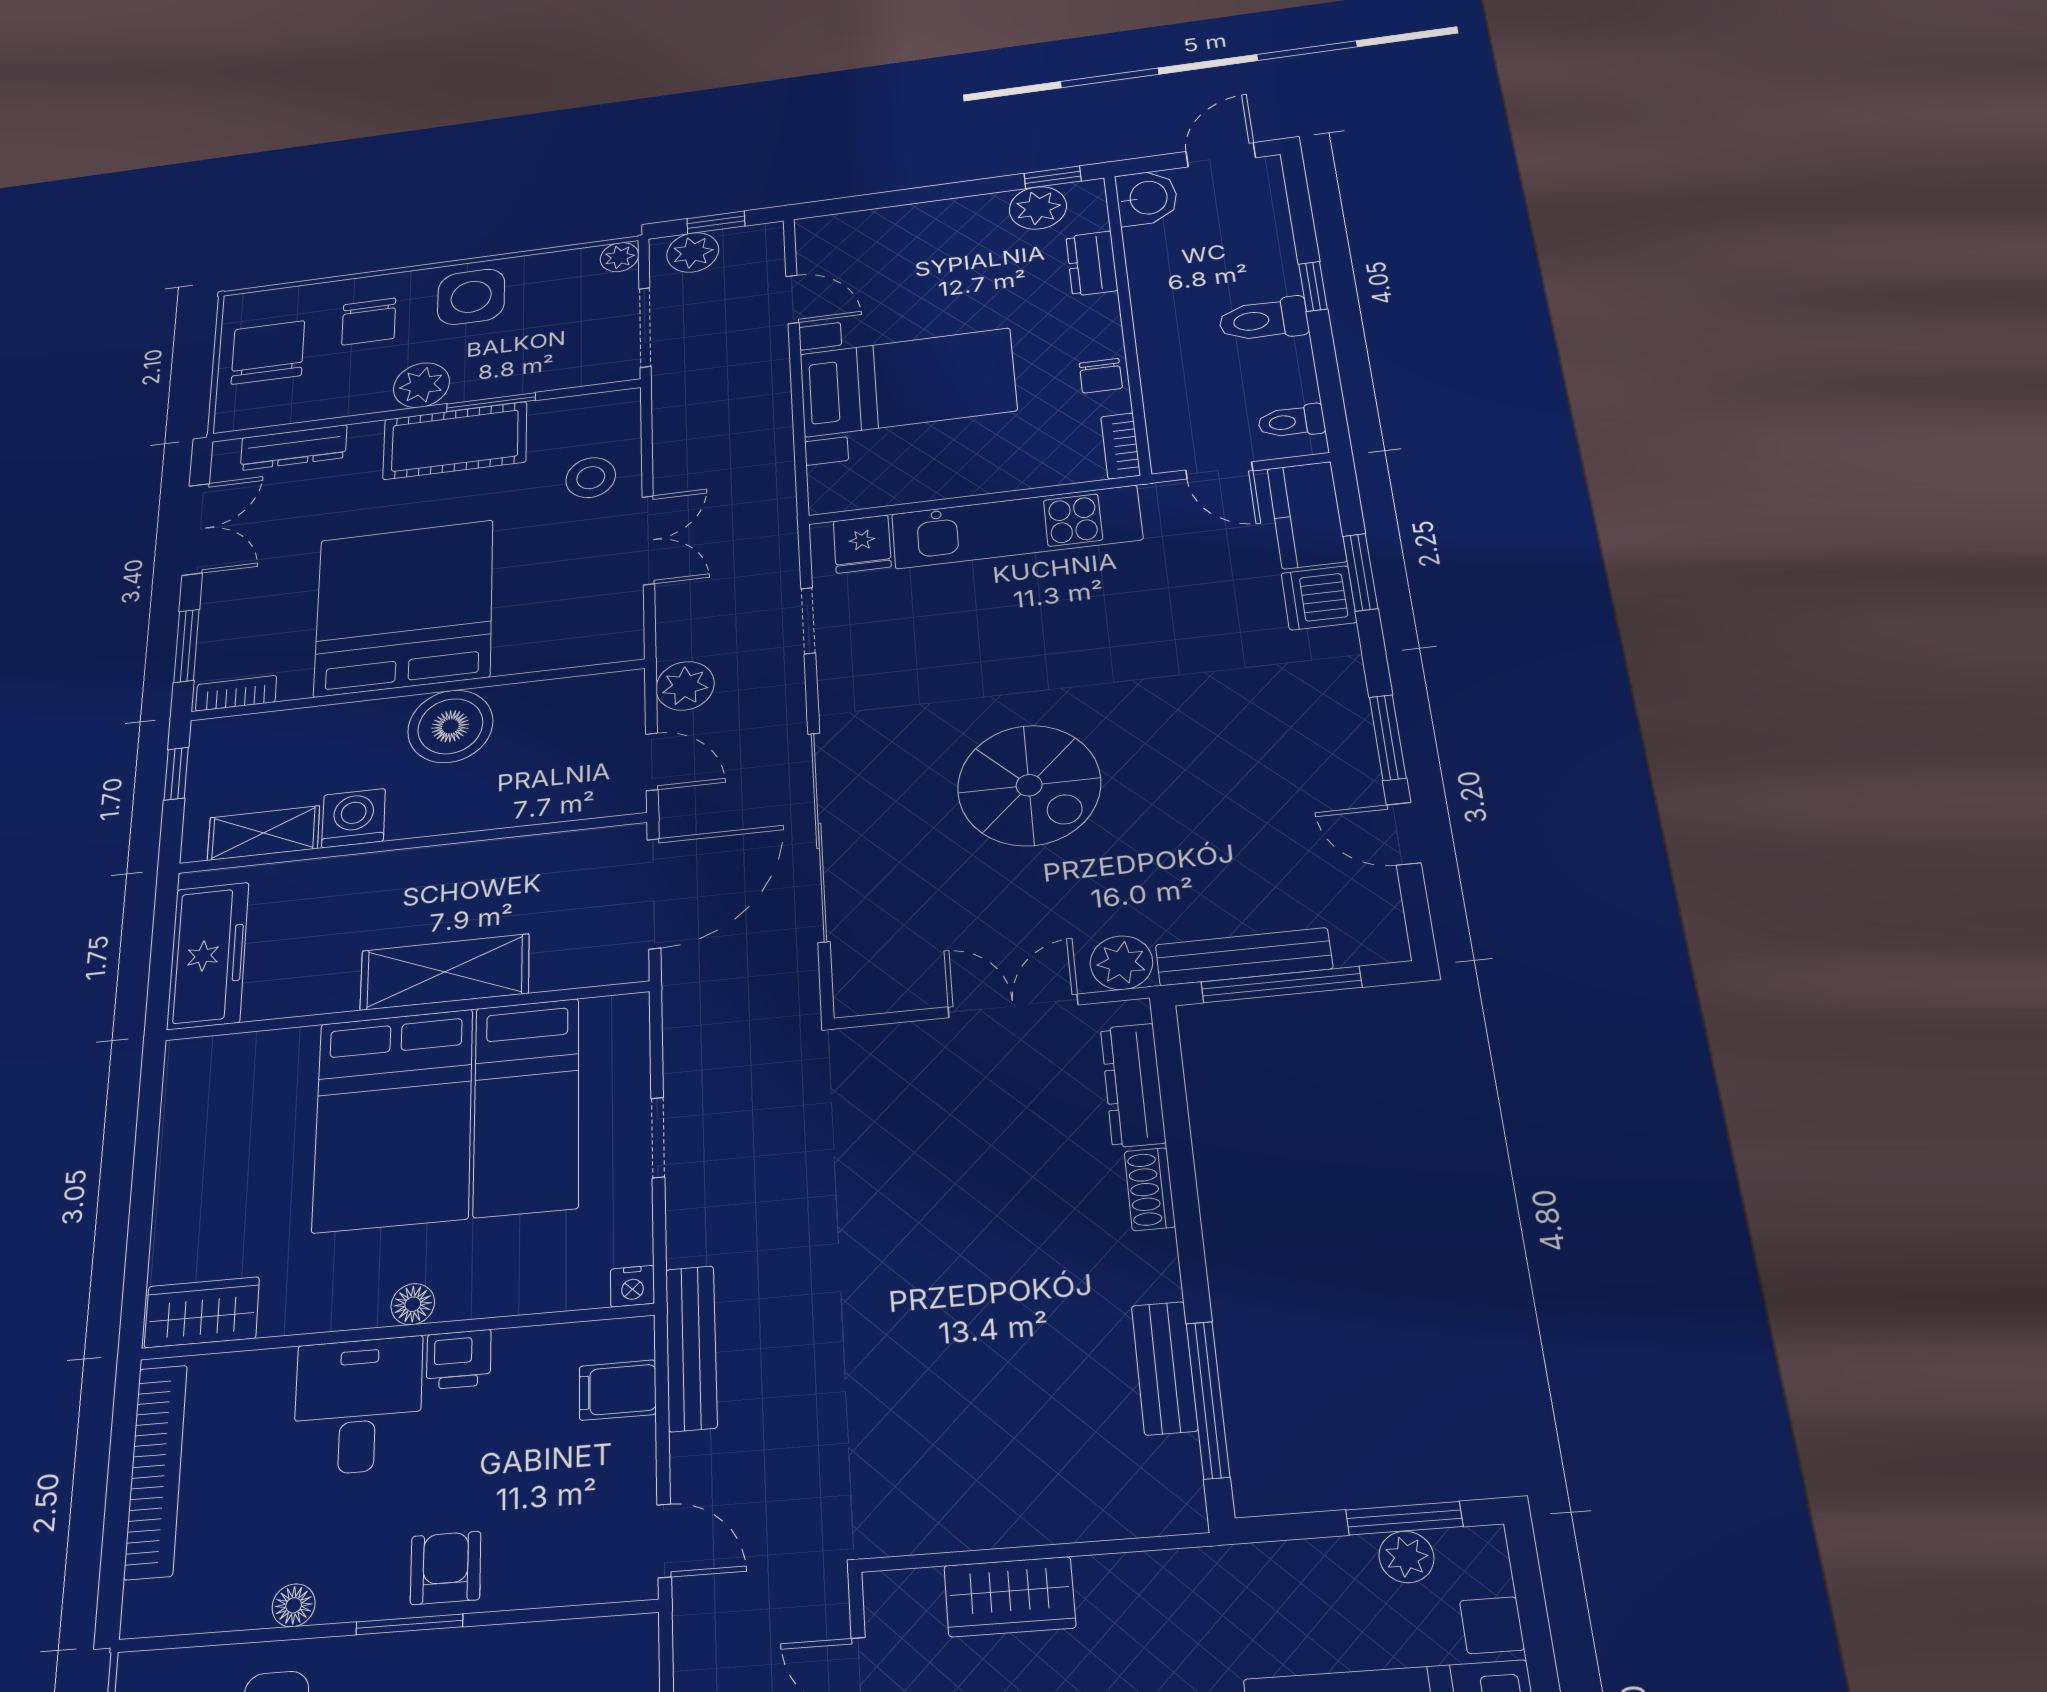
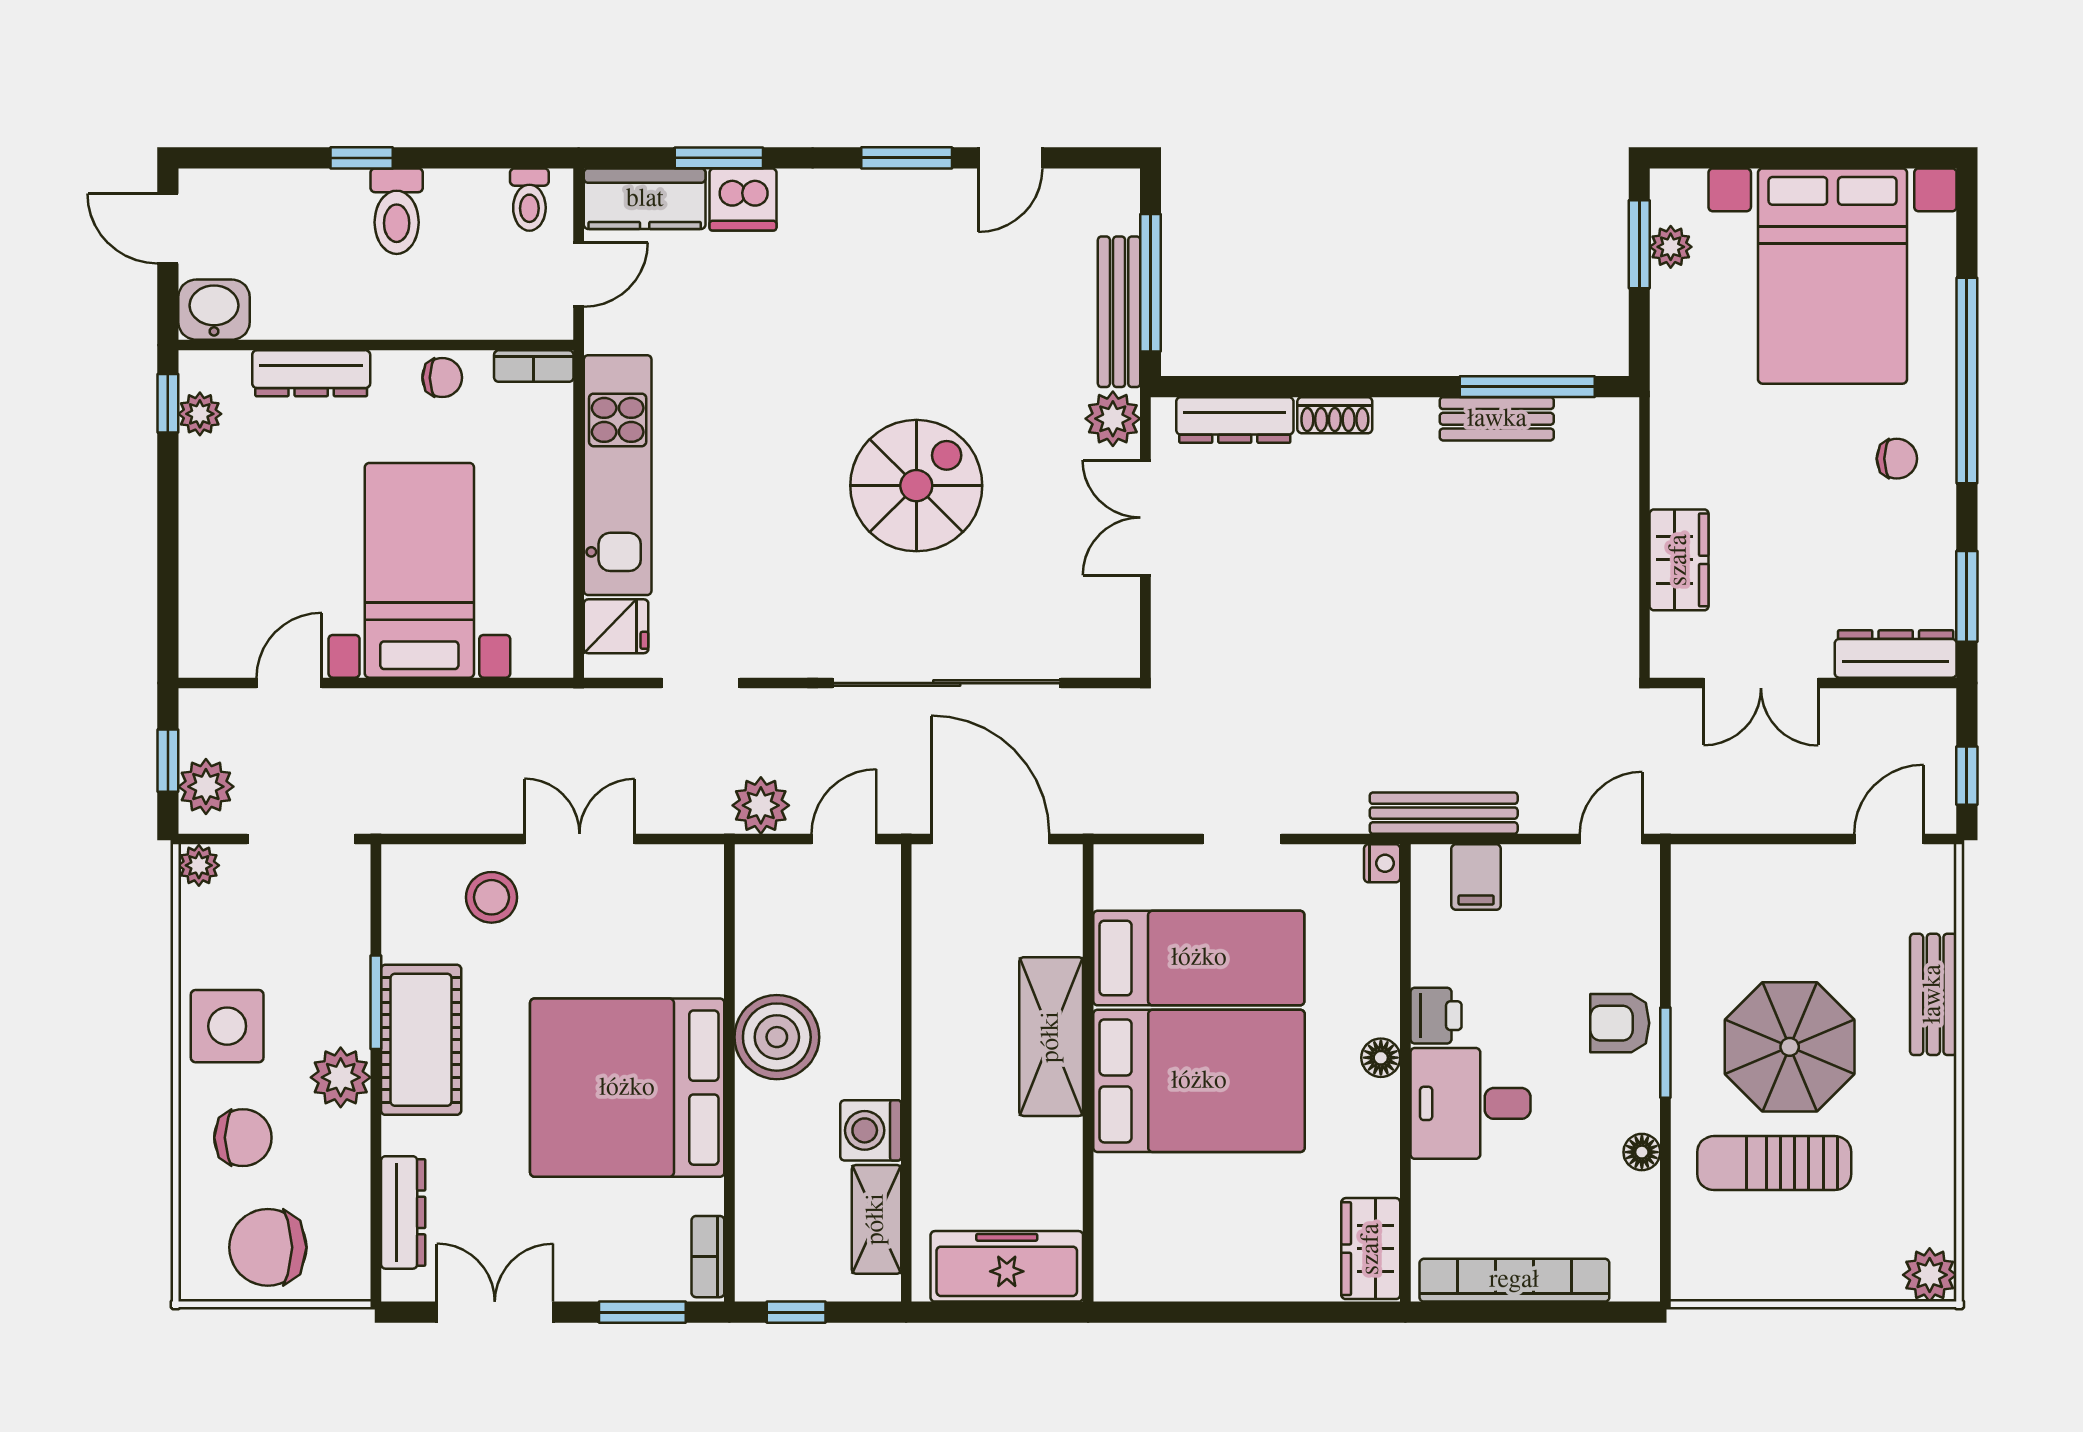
plant: (1038, 208) -> (200, 414), width x0.73, depth x0.73
dresser: (1092, 263) -> (311, 373), width x1.44

